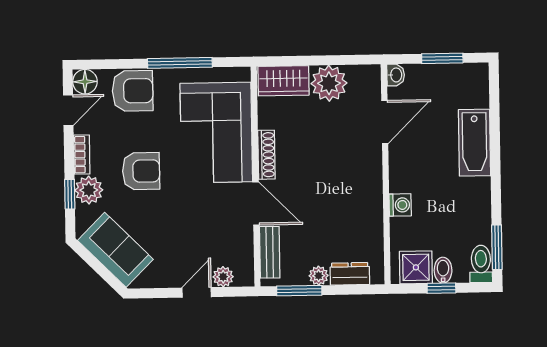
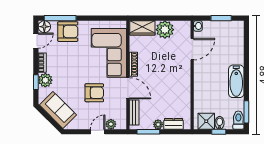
window: (180, 63) -> (60, 18), moved
bathtub: (475, 143) -> (236, 81), moved
armchair: (141, 171) -> (94, 93), moved
washing machine: (400, 205) -> (199, 90), removed

